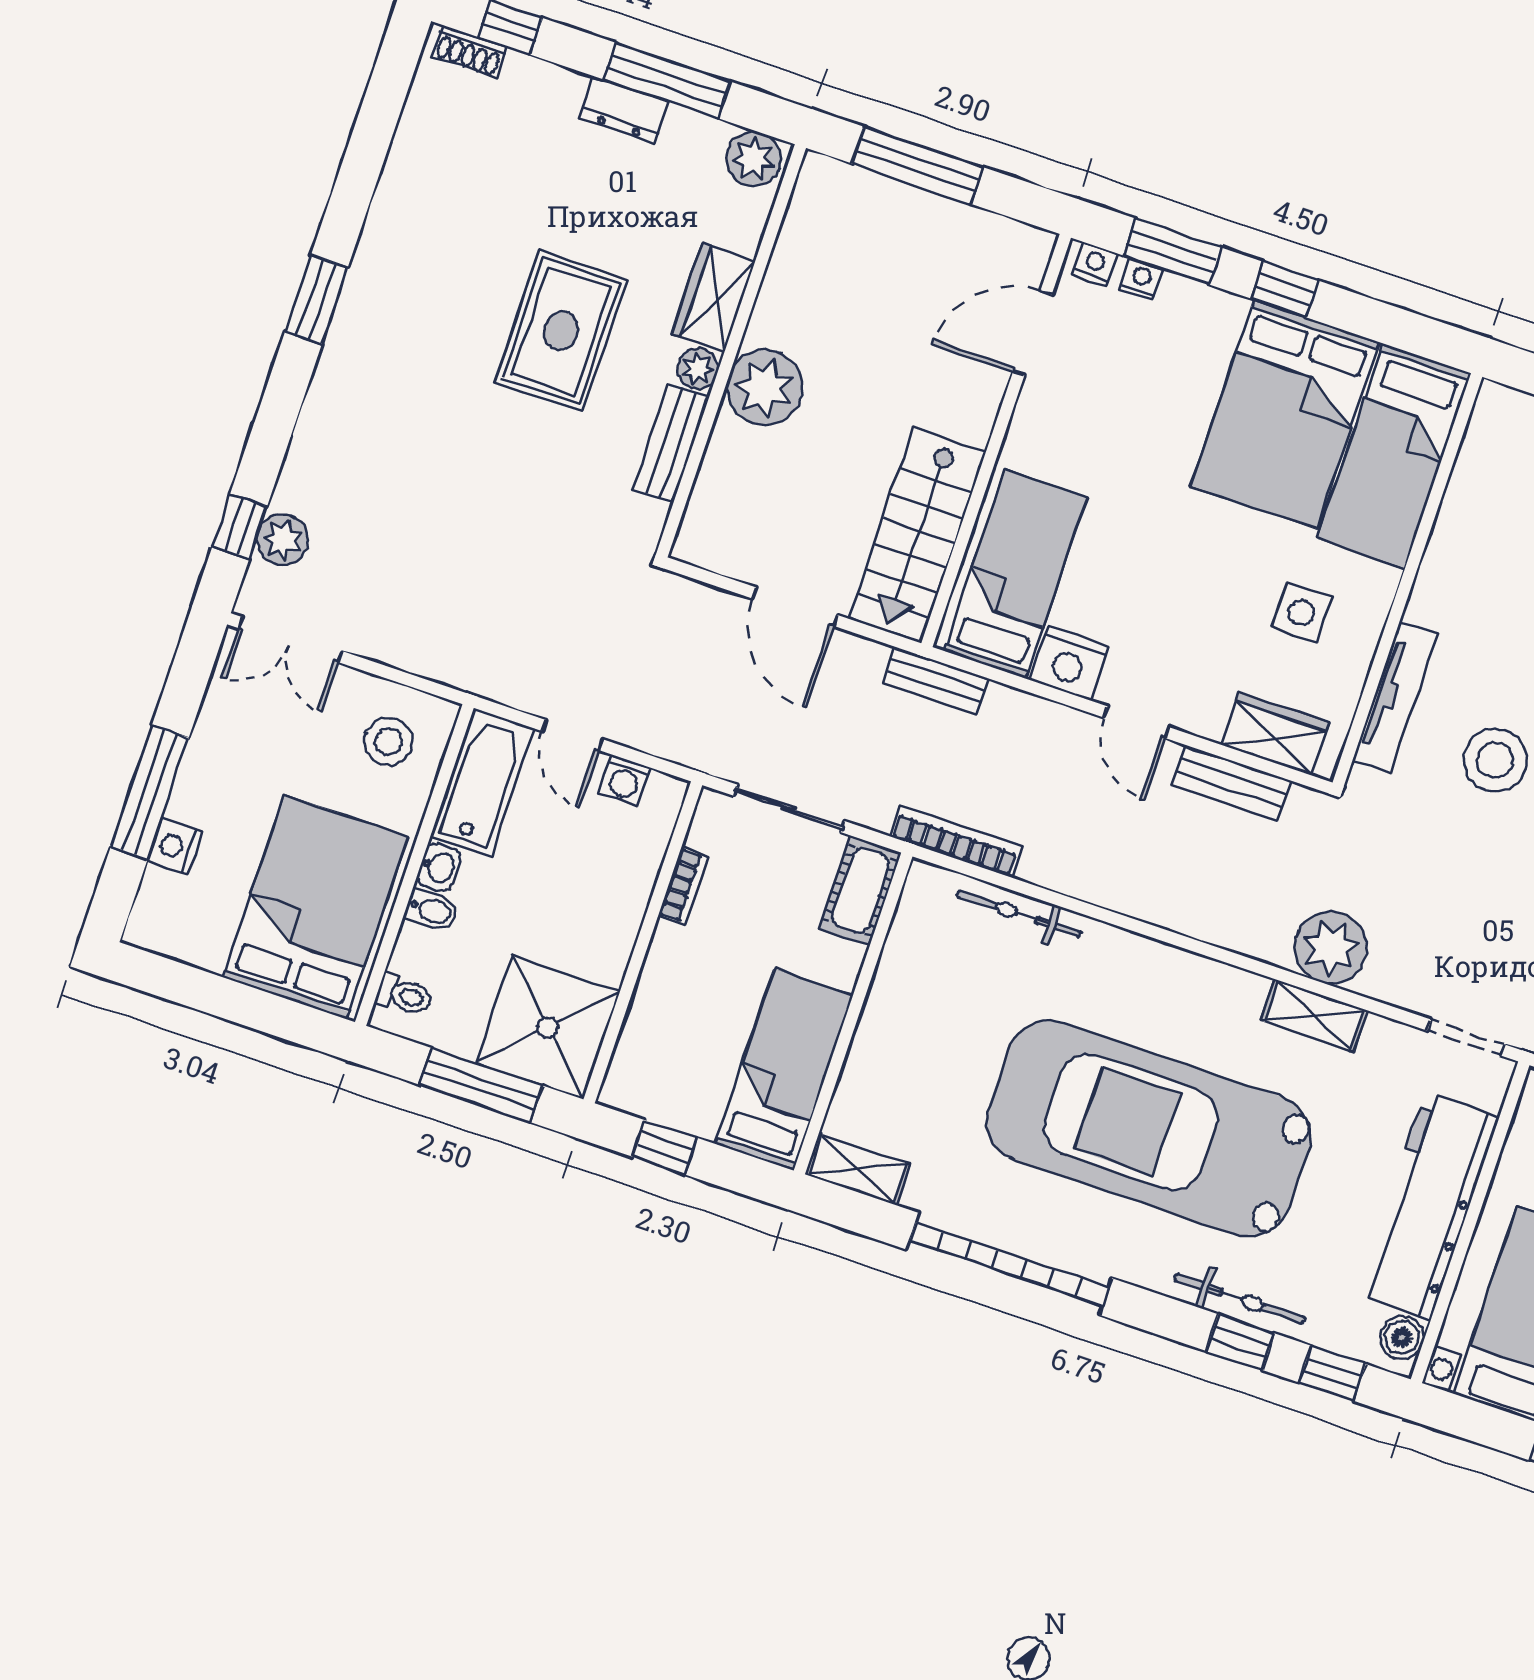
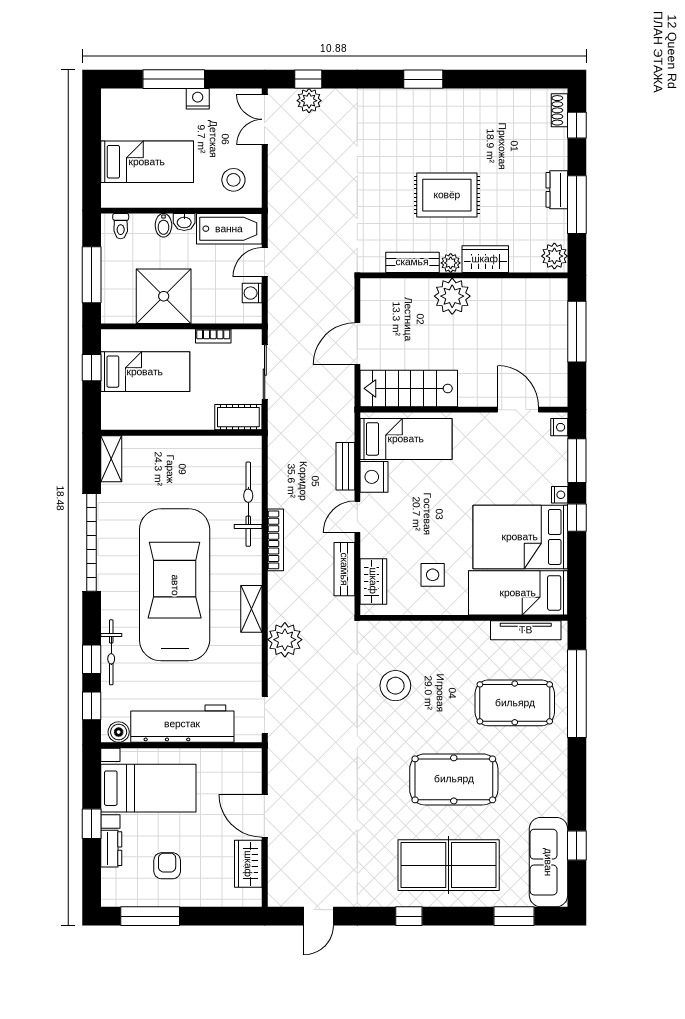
nightstand: (1141, 279) -> (560, 495), moved
bench: (936, 681) -> (345, 466), moved
tv unit: (1395, 697) -> (526, 630), moved
bookcase: (956, 841) -> (275, 540), moved
nightstand: (175, 846) -> (198, 99), moved
bed: (316, 907) -> (147, 162), width x0.67
bicycle: (1019, 914) -> (248, 504), width x1.37, depth x1.40
shelving: (1314, 1016) -> (251, 609), moved
shower: (548, 1027) -> (164, 296), moved
bed: (784, 1070) -> (145, 372), moved

